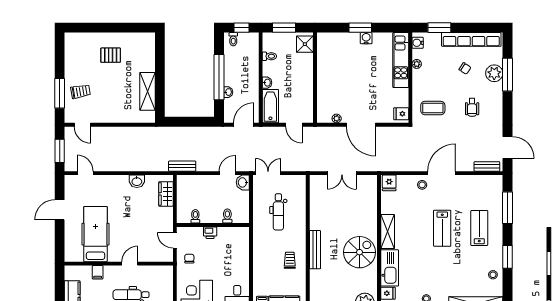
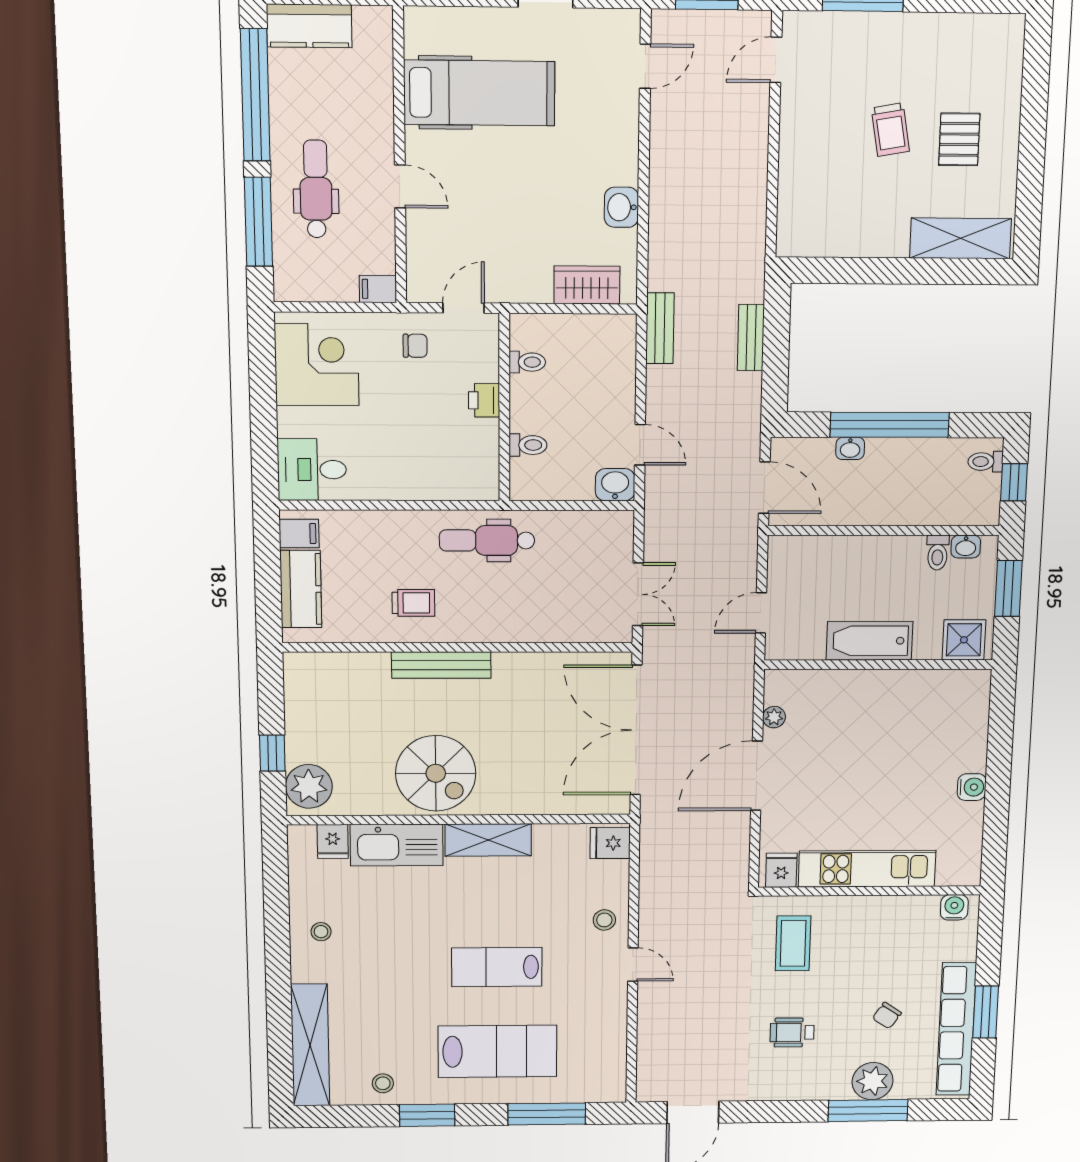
window: (360, 28) -> (998, 773), removed
window: (439, 28) -> (986, 1012), moved
kitchen unit: (401, 60) -> (867, 869), moved
plant: (417, 64) -> (902, 906), removed
washbasin: (267, 83) -> (966, 547), moved
shelving: (147, 91) -> (960, 238), moved
trolley: (80, 92) -> (890, 130), moved
bathtub: (270, 106) -> (870, 641), moved, turned 180
bench: (487, 166) -> (751, 338), moved
double door: (268, 173) -> (638, 594), moved
double door: (342, 173) -> (636, 730), width x1.87
door: (442, 173) -> (633, 965), width x0.53
dental chair: (278, 212) -> (487, 540), moved
lab bench: (479, 228) -> (497, 1051), width x1.36, depth x1.39
filing cabinet: (98, 272) -> (378, 289), moved

